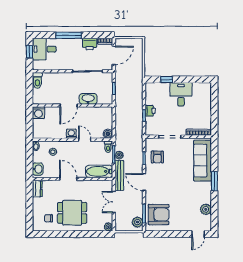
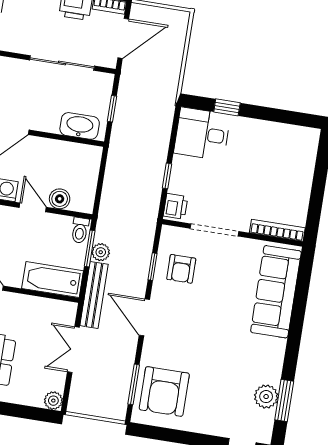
desk: (181, 94) -> (202, 134), moved, turned -90
washbasin: (88, 99) -> (80, 126), moved
printer: (150, 111) -> (176, 206), moved
boiler: (108, 134) -> (60, 199), moved
window: (214, 181) -> (284, 400), moved
armchair: (159, 215) -> (164, 391), turned 90
plant: (137, 222) -> (117, 400), removed

